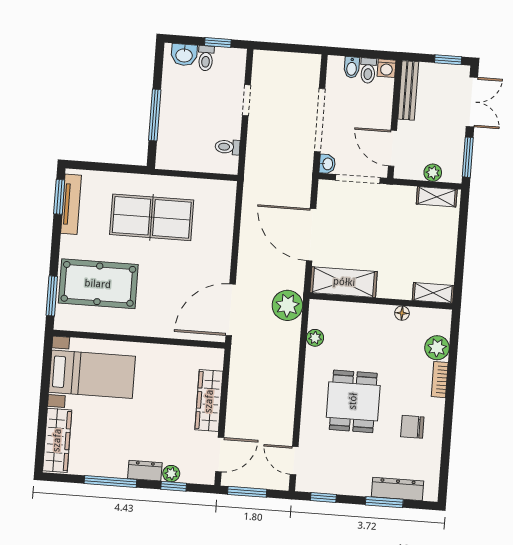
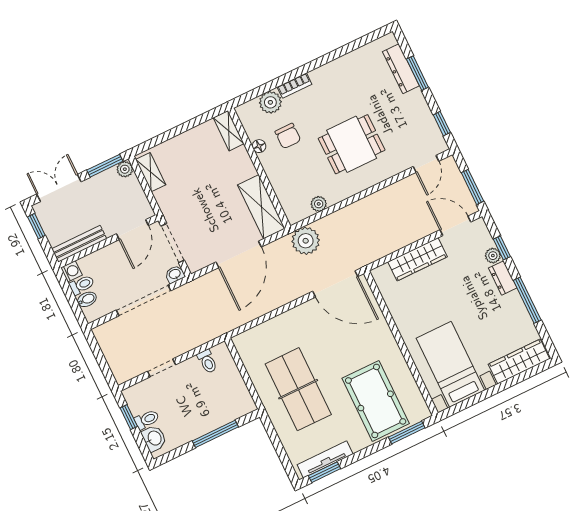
plant: (433, 173) -> (125, 169), moved
chair: (412, 427) -> (288, 136), moved

